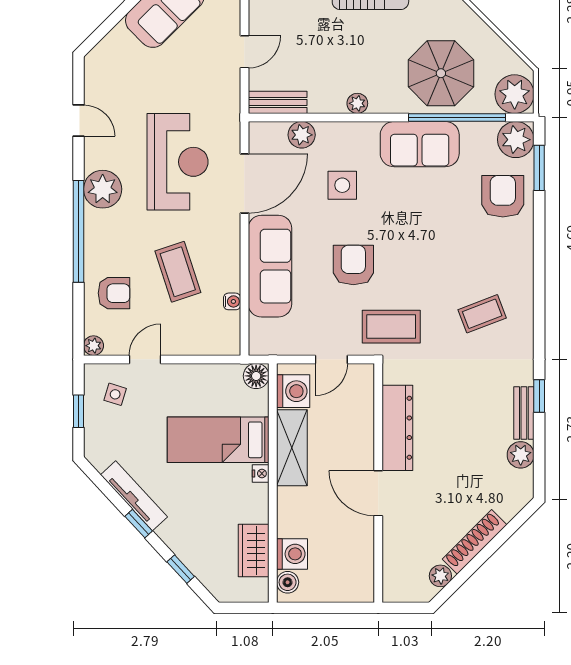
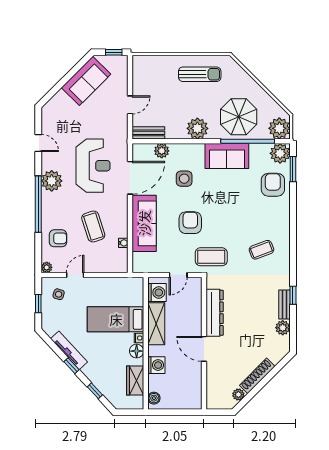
plant: (357, 103) -> (197, 128), width x1.87, depth x1.87
floor lamp: (256, 376) -> (137, 351), moved
washing machine: (292, 554) -> (156, 365), moved

